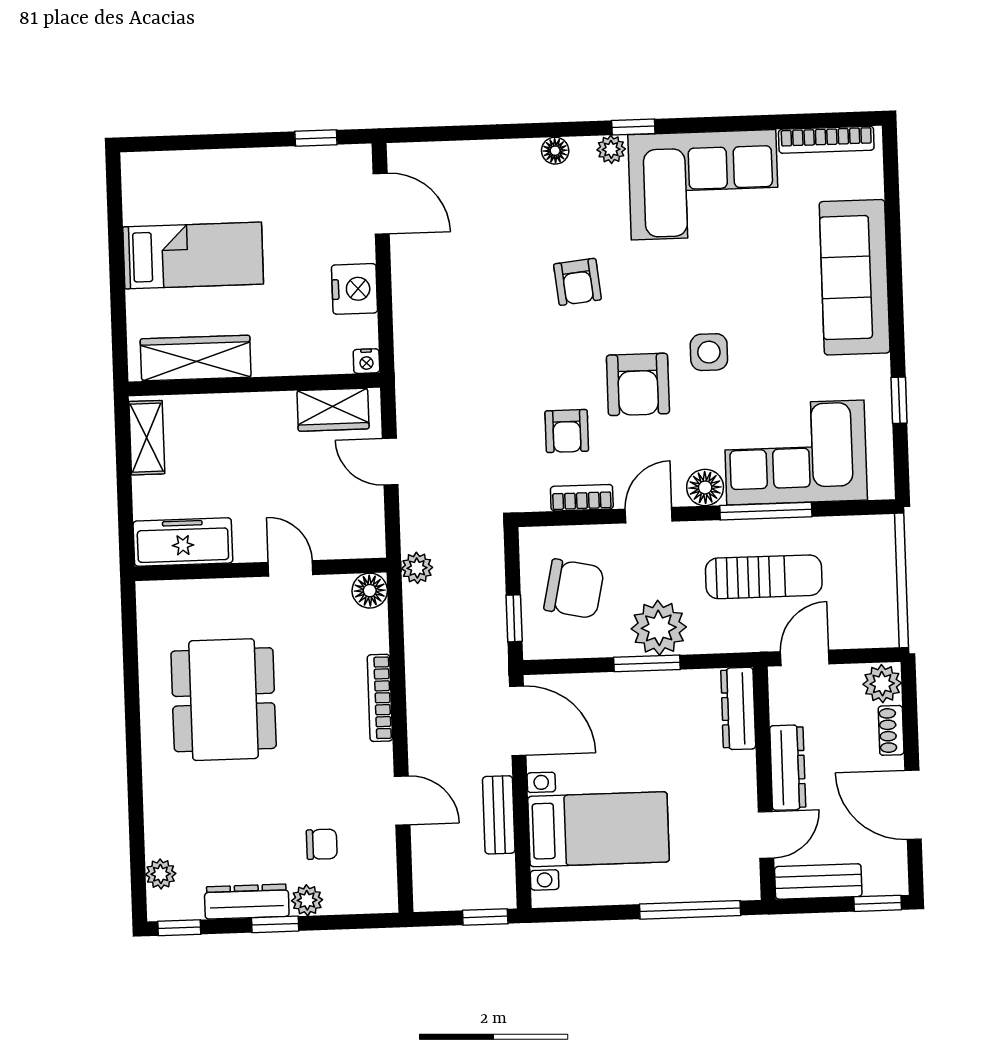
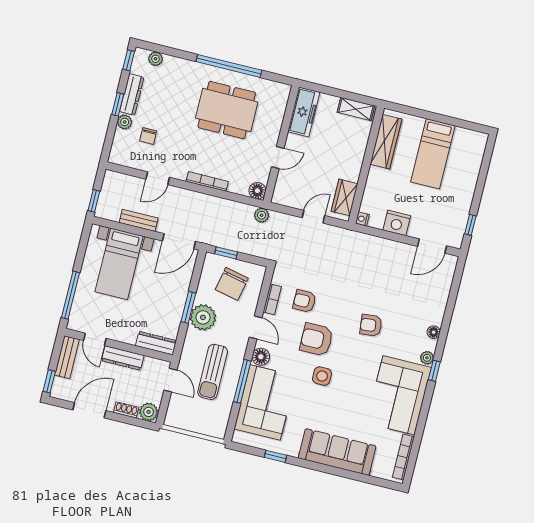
window: (133, 721) -> (229, 66), added

